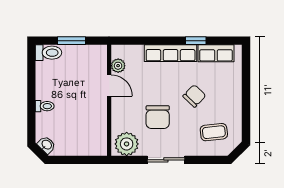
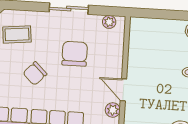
plant: (127, 144) -> (109, 22), width x0.53, depth x0.53

